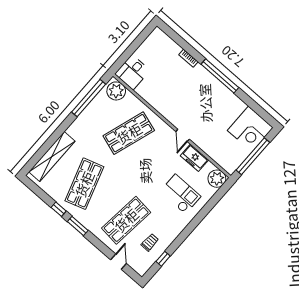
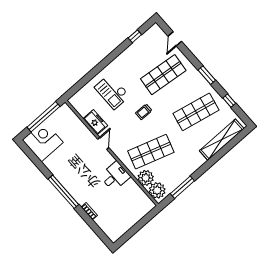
desk: (132, 72) -> (115, 176), moved
window: (89, 98) -> (182, 187), width x0.68
plant: (217, 179) -> (146, 178), moved
shop shelf: (84, 184) -> (196, 112), turned 30
window: (59, 209) -> (229, 101), moved
trolley: (150, 242) -> (144, 112), moved

